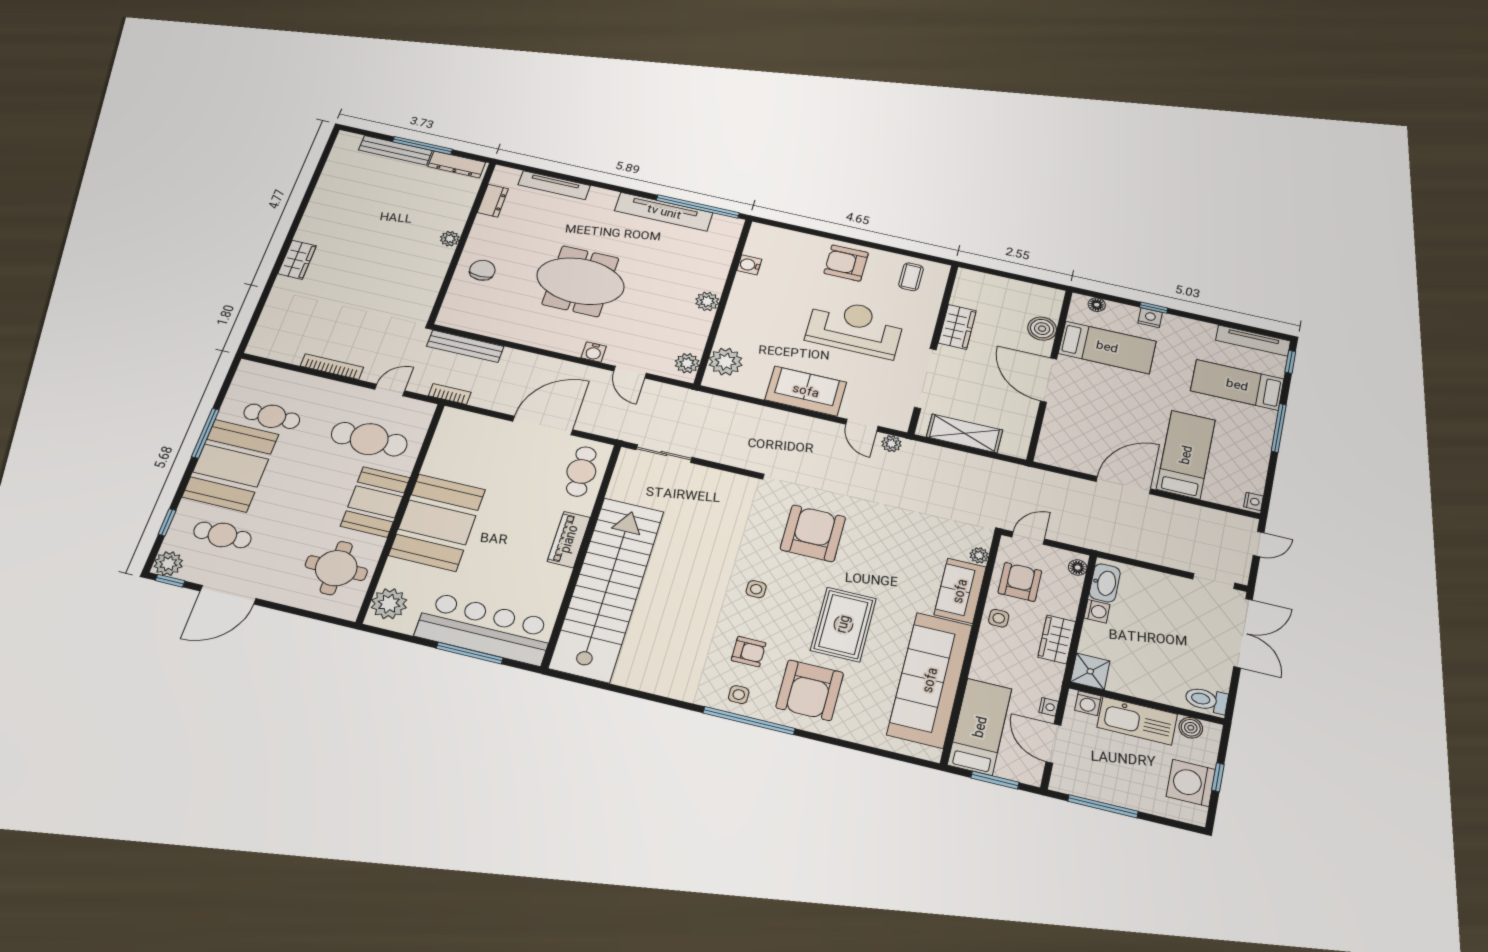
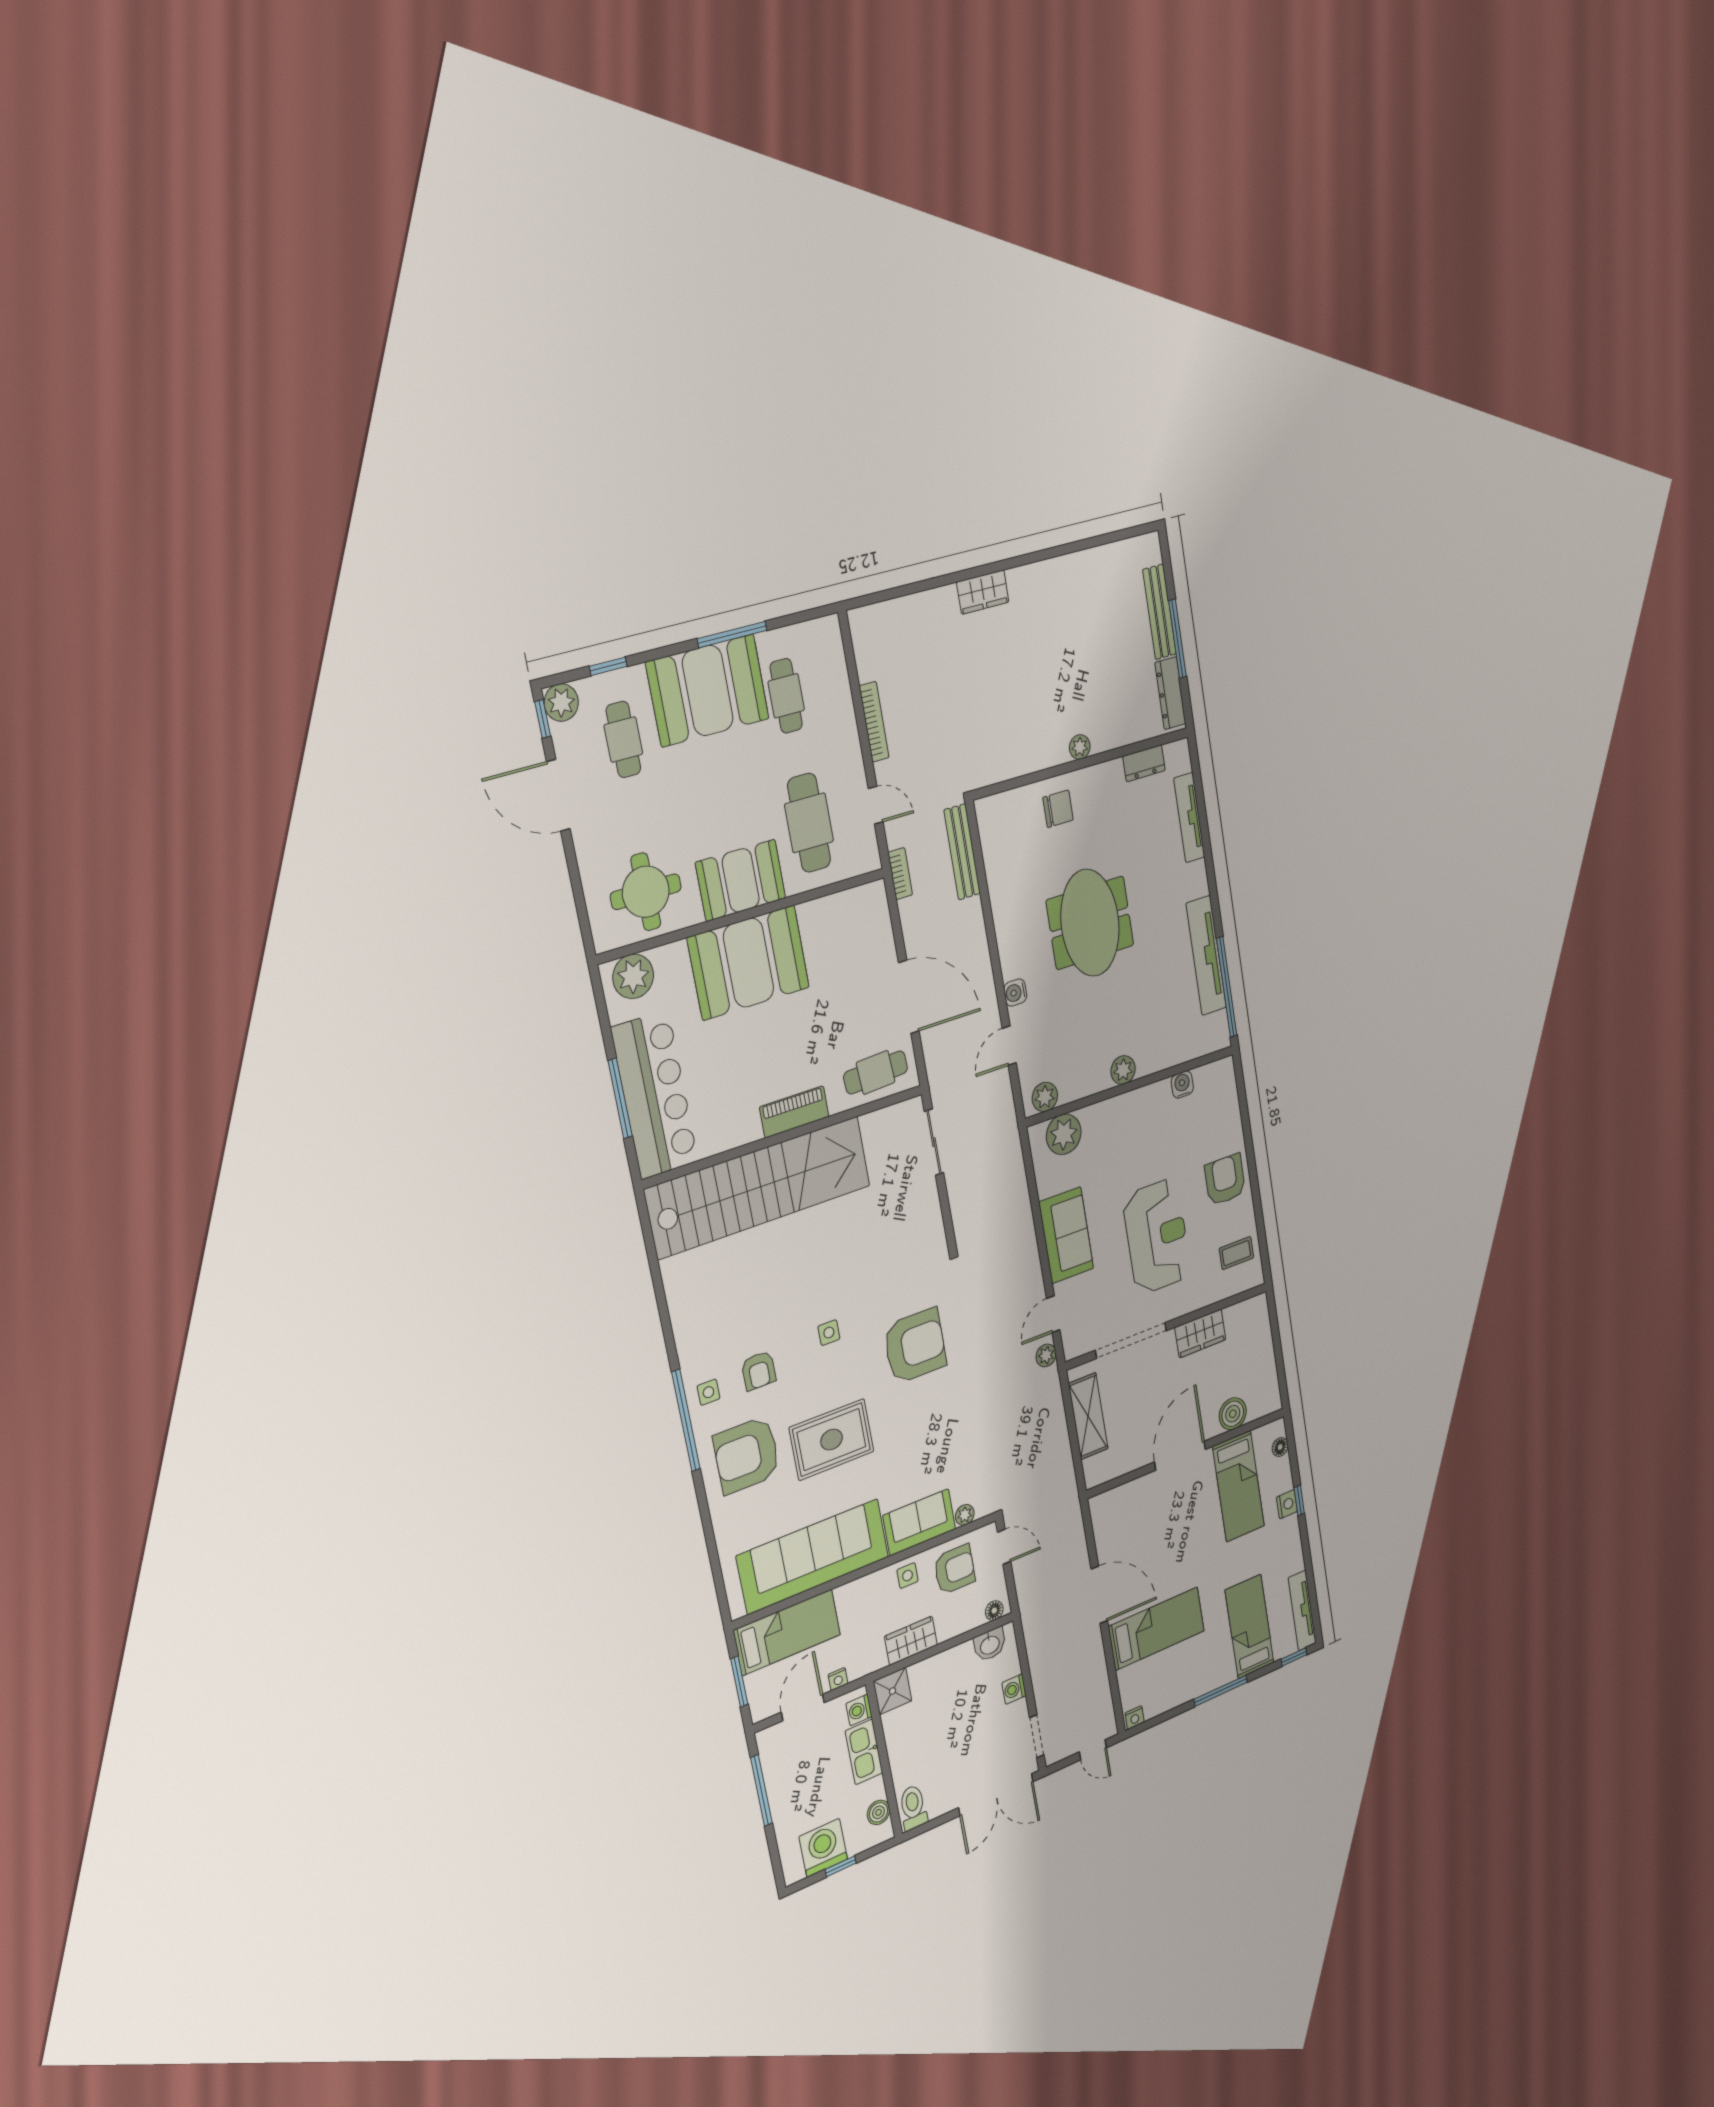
washbasin: (1105, 583) -> (990, 1644), width x0.72
washing machine: (1097, 611) -> (1014, 1689), moved, turned 90
kitchen sink: (1137, 721) -> (864, 1752), width x0.73, depth x0.81

